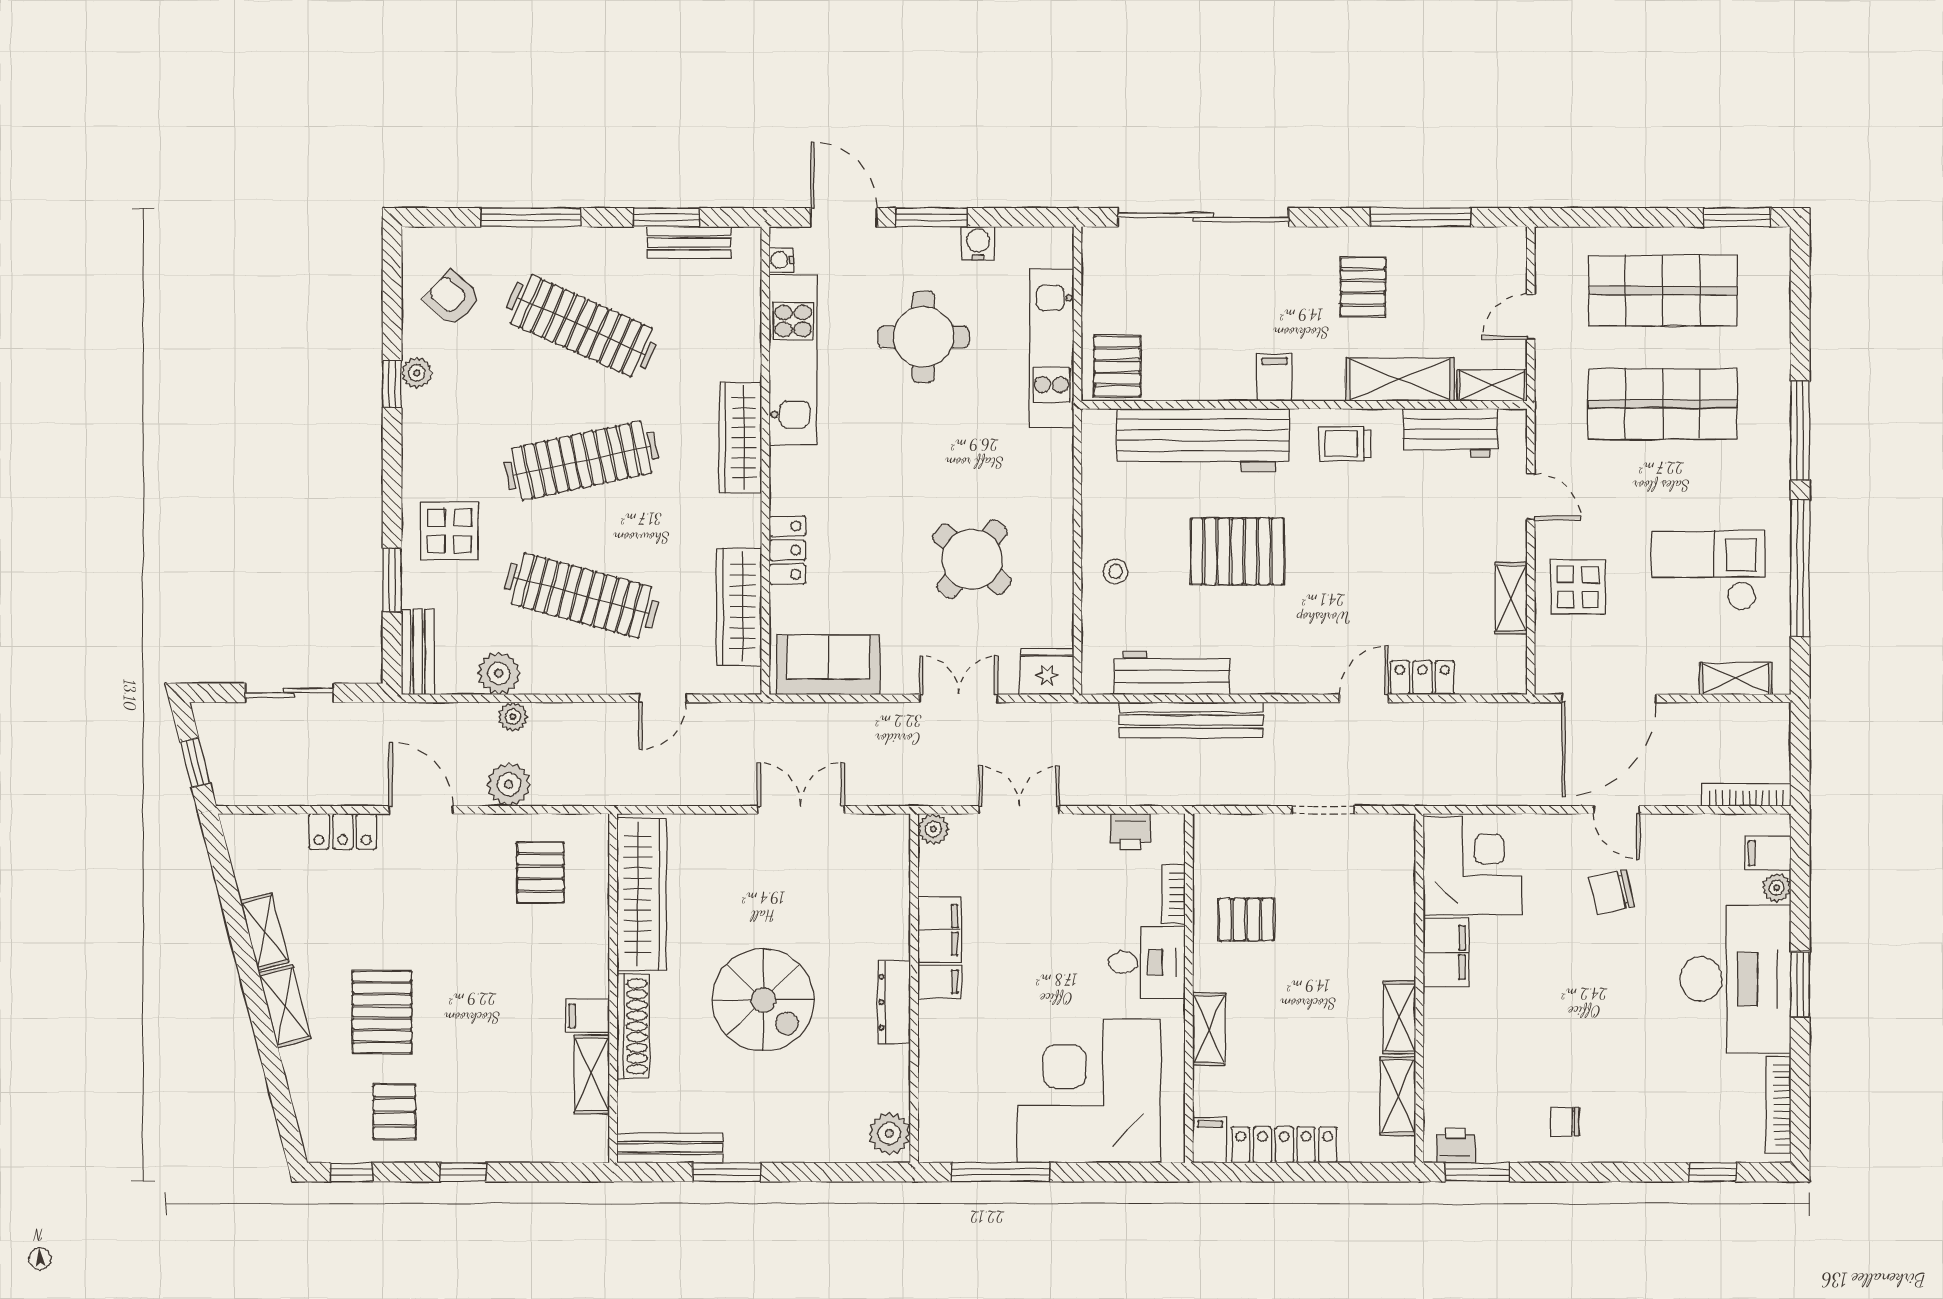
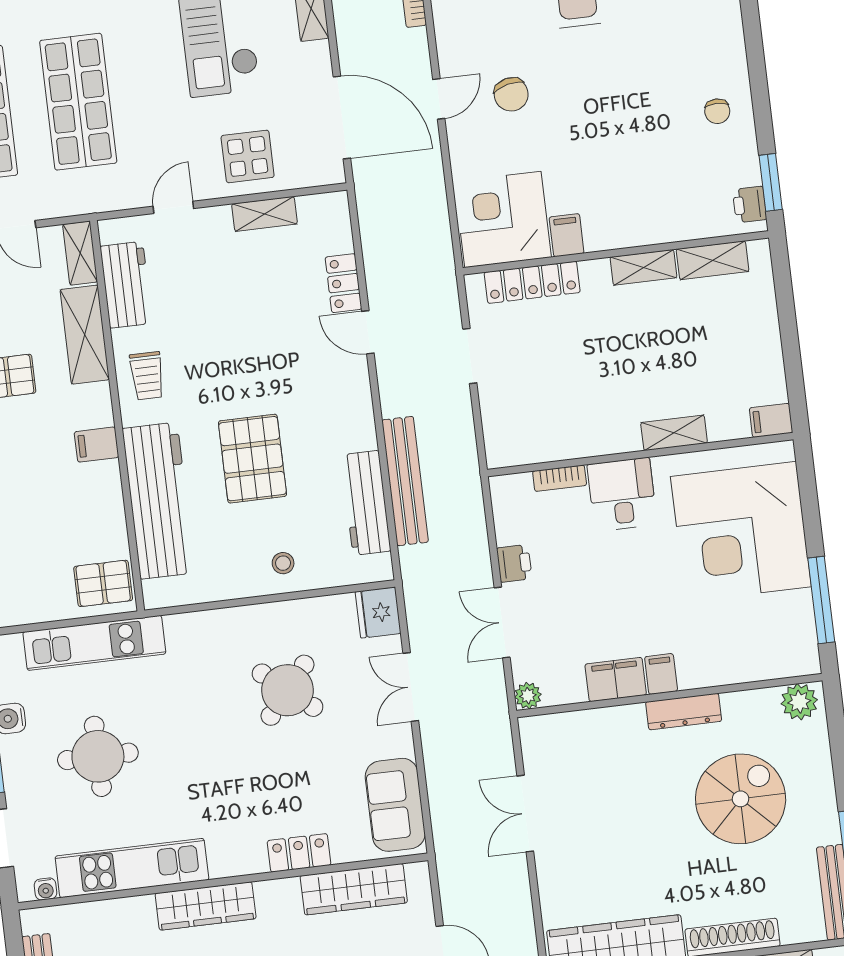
printer: (1131, 832) -> (514, 563), moved
pallet: (1246, 920) -> (574, 412), removed
filing cabinet: (1446, 952) -> (567, 235), width x0.50
spiral stairs: (763, 1000) -> (741, 799), moved
locker: (1284, 1145) -> (532, 282), moved, turned -90

